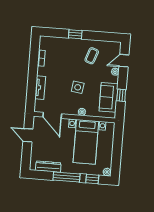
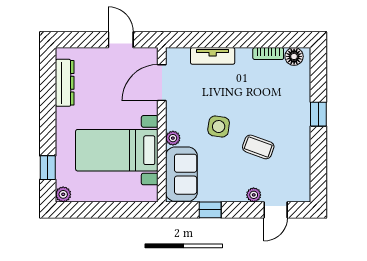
floor lamp: (44, 45) -> (294, 56), added
coffee table: (92, 56) -> (258, 147), moved
door: (124, 61) -> (276, 210), swing flipped
sofa: (109, 97) -> (181, 174), moved, turned 90
door: (28, 135) -> (121, 40), hinge flipped
window: (67, 177) -> (48, 119), removed

